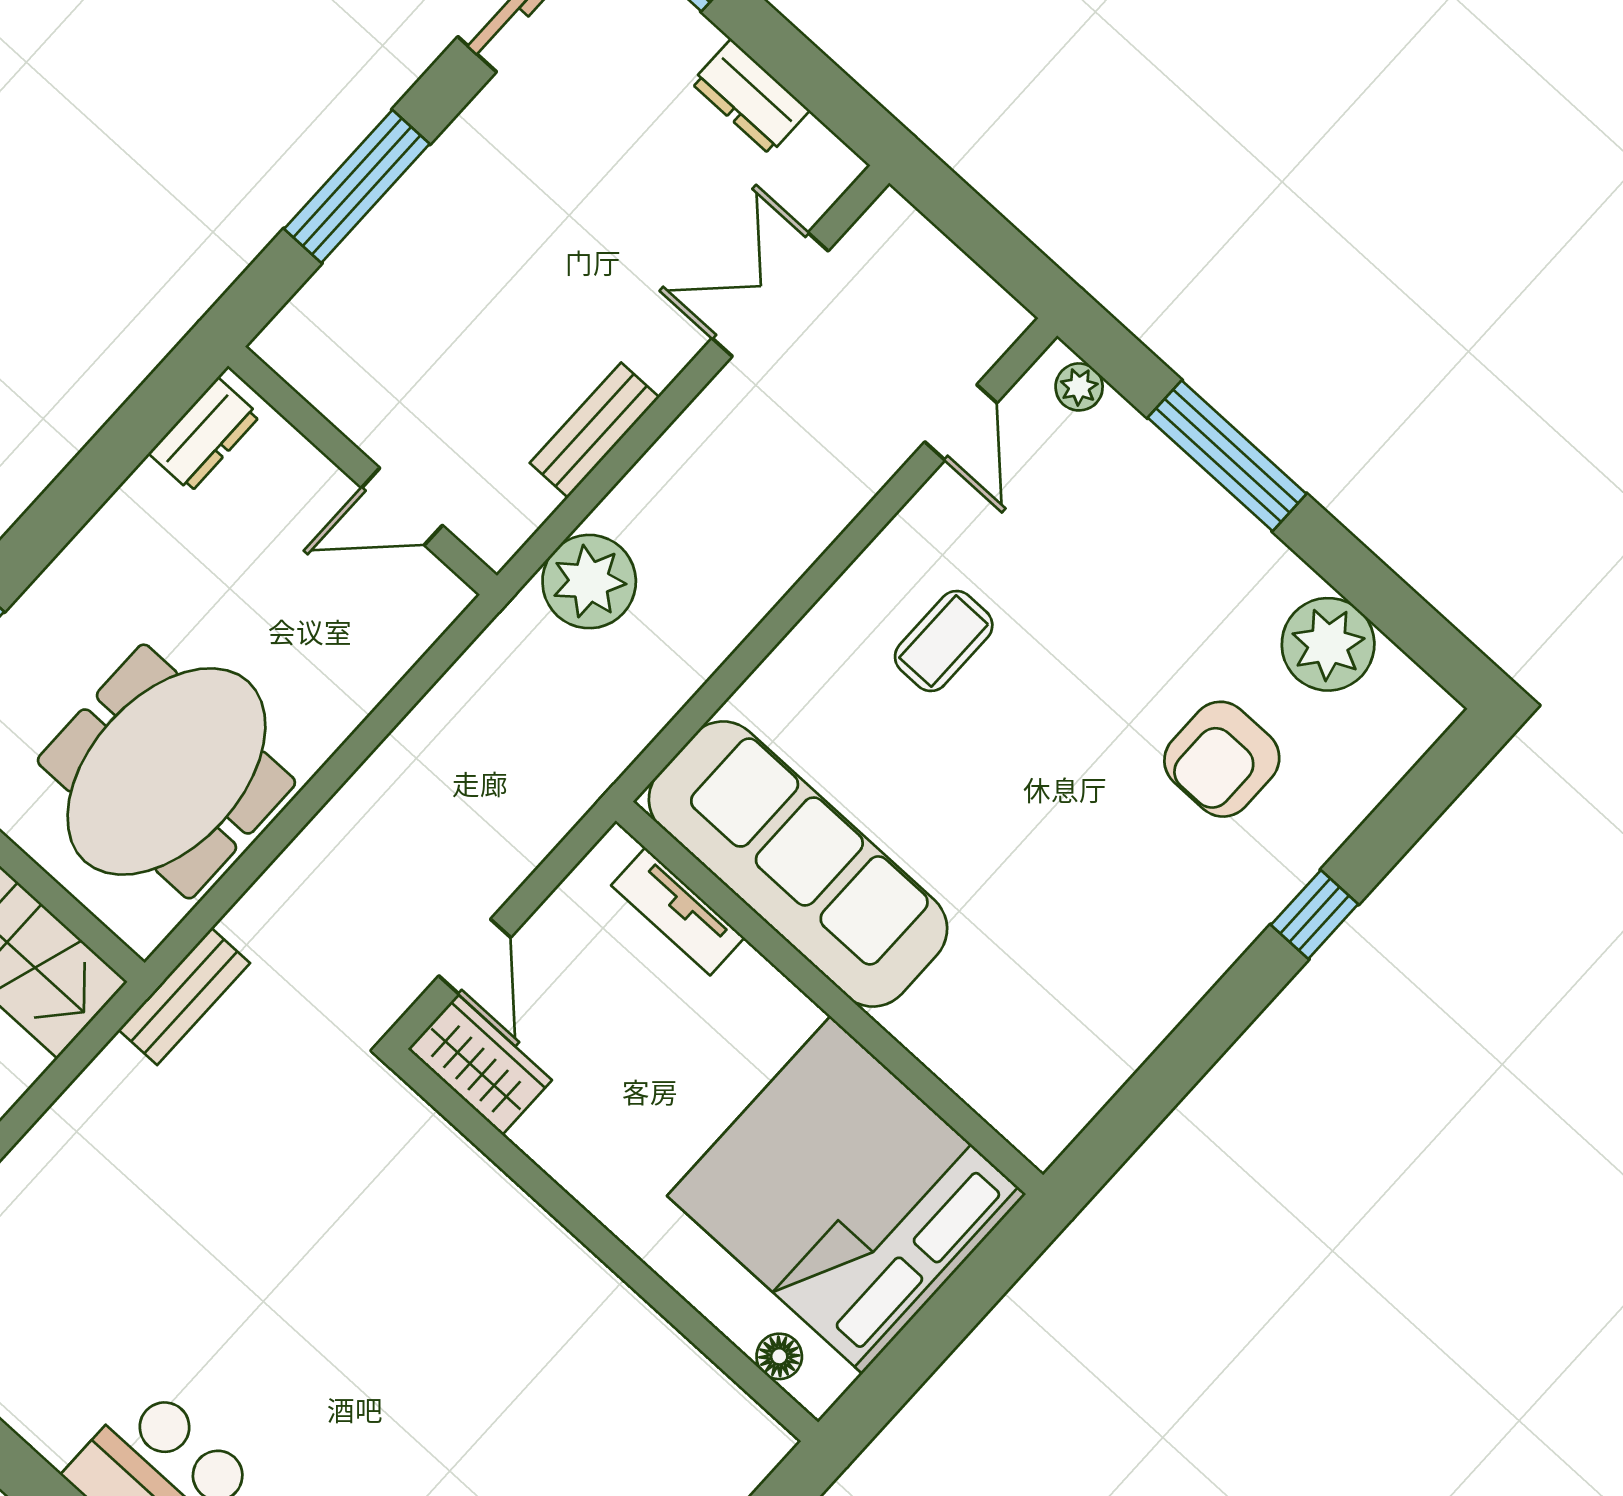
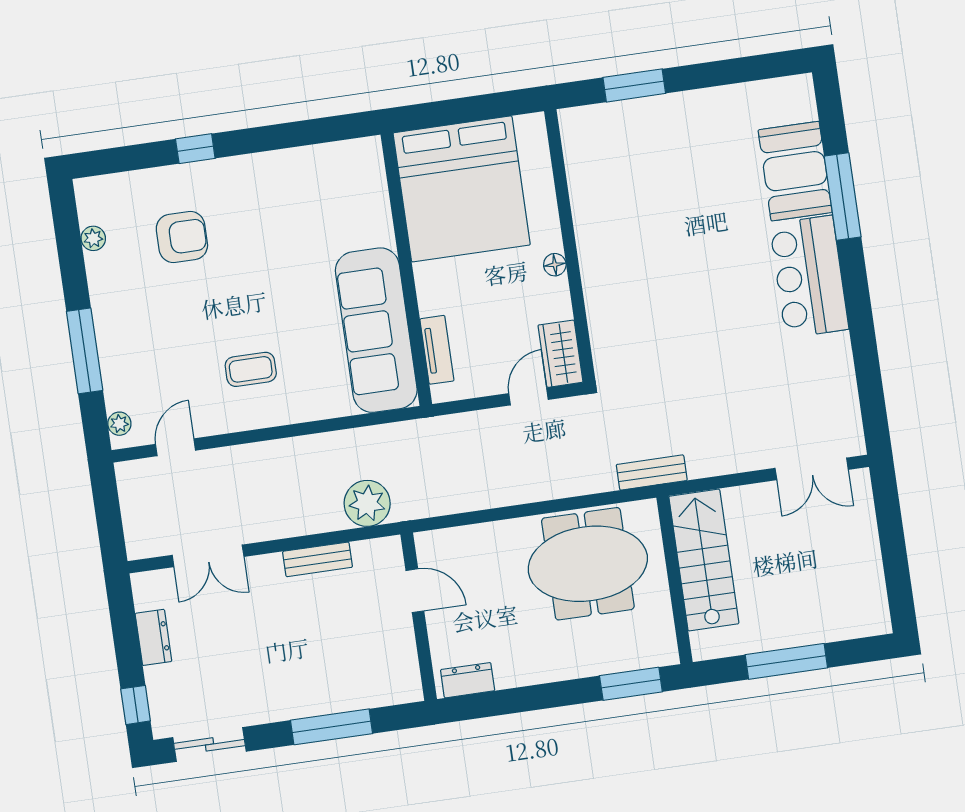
plant: (1328, 644) -> (93, 238), width x0.53, depth x0.53
floor lamp: (779, 1356) -> (555, 265), moved

